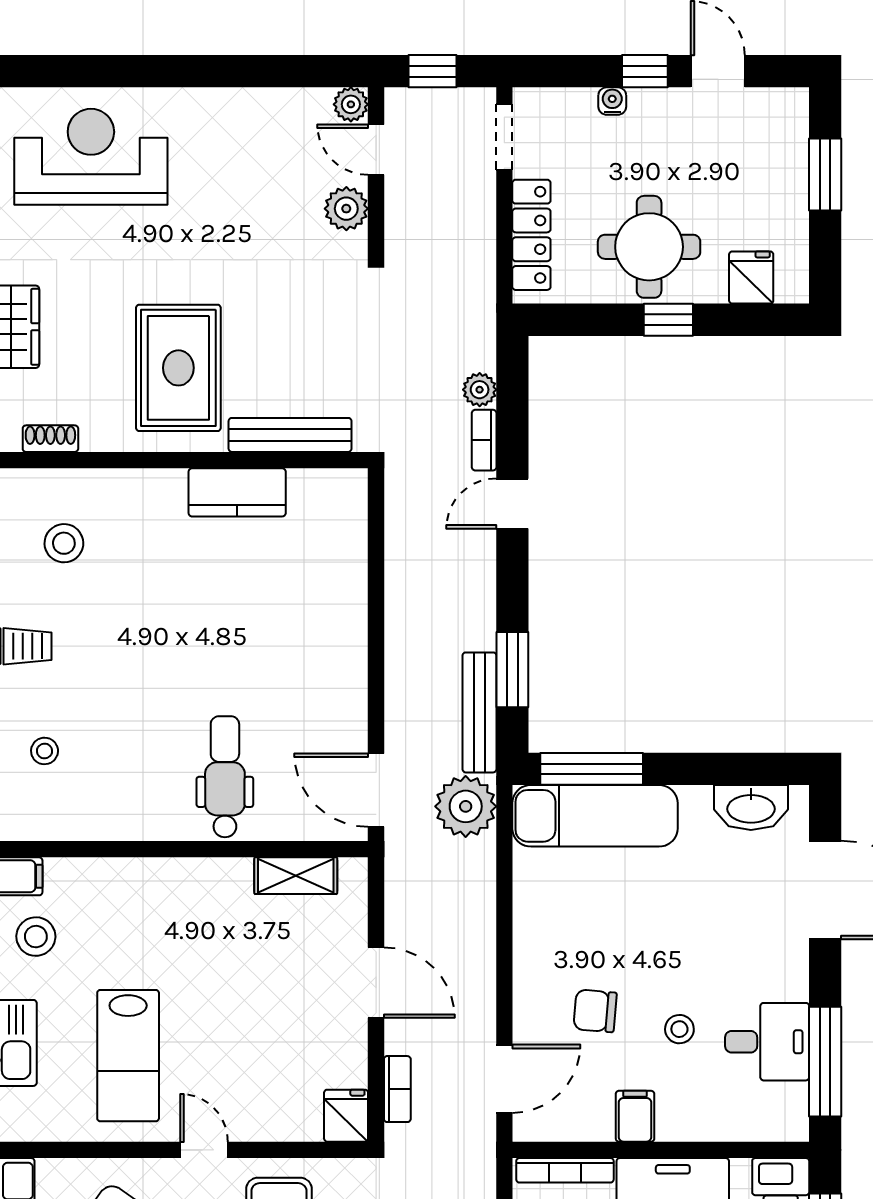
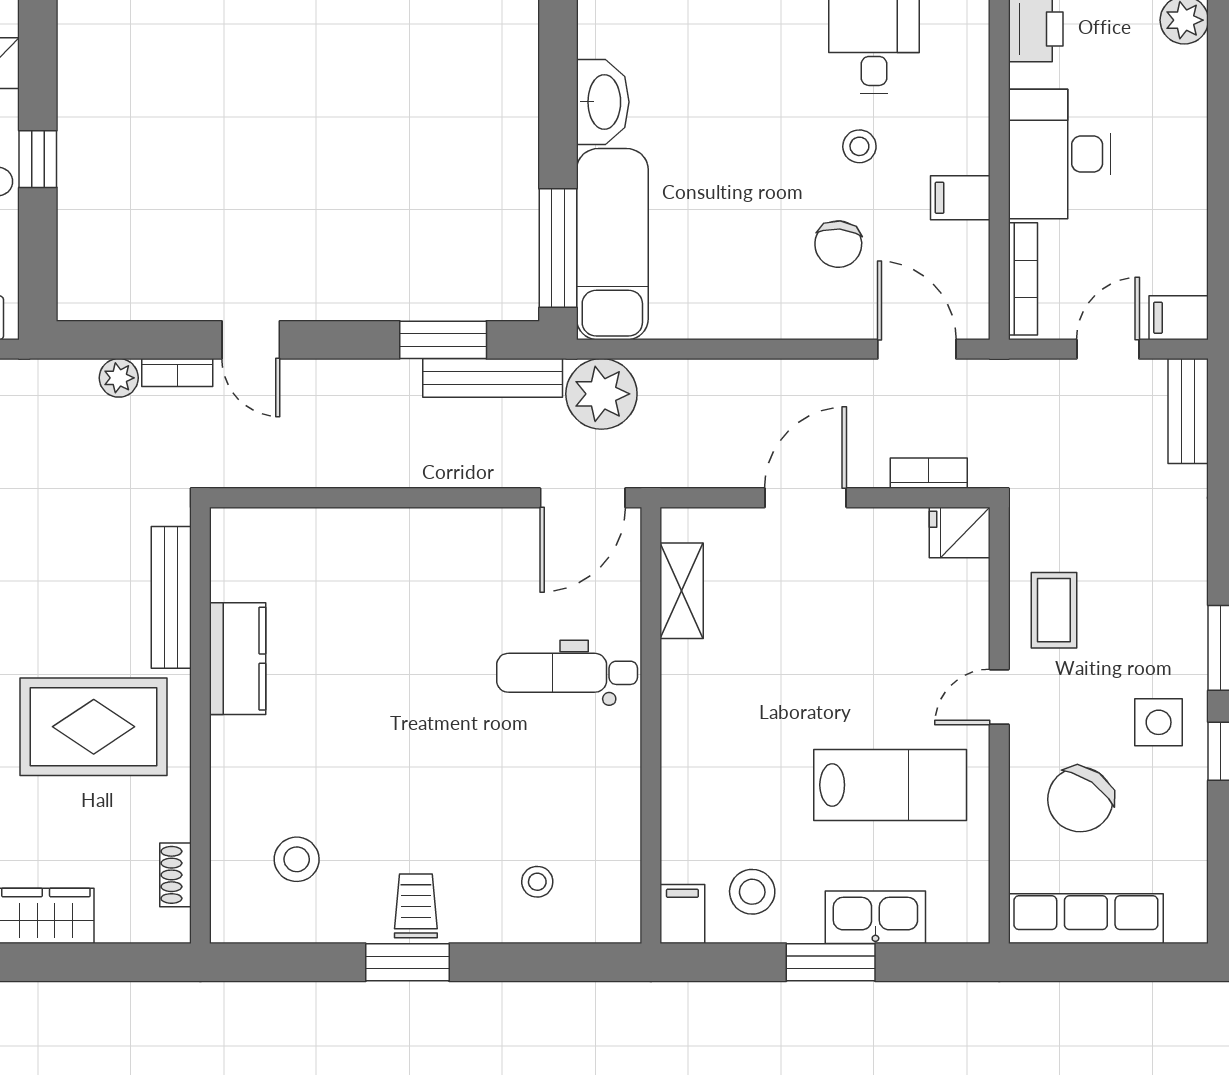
washbasin: (751, 807) -> (603, 102), moved

